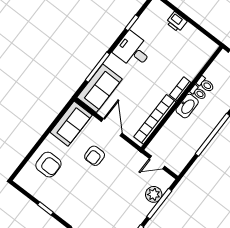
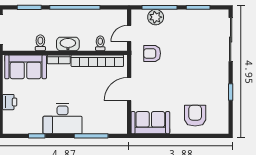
desk: (133, 50) -> (63, 119), width x1.37
sofa: (99, 88) -> (26, 67), moved, turned 180
toilet: (198, 93) -> (100, 43), moved
armchair: (95, 156) -> (152, 53), moved, turned 180
door: (157, 162) -> (129, 34), swing flipped

